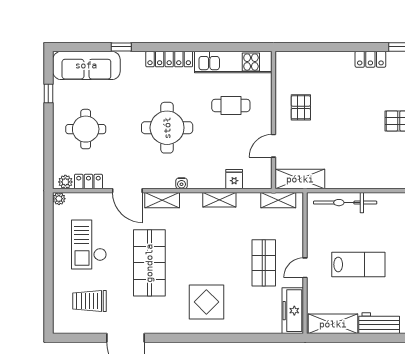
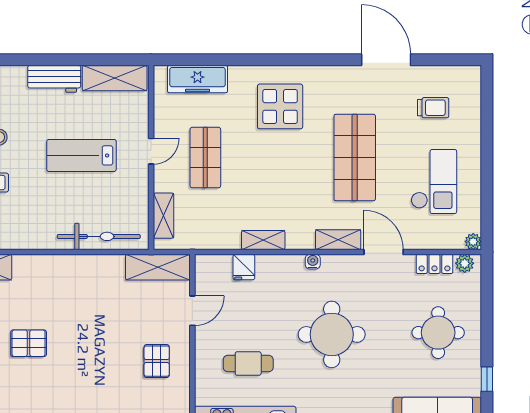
shelving: (278, 200) -> (163, 216), moved, turned 90
trolley: (89, 301) -> (433, 108), width x0.73, depth x0.72
freezer: (293, 311) -> (198, 79), moved, turned 90

